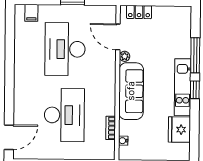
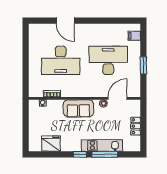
locker: (139, 12) -> (136, 126), moved
kitchen unit: (183, 87) -> (102, 146), moved
sofa: (131, 91) -> (78, 108), width x0.73
door: (9, 137) -> (65, 21), moved

